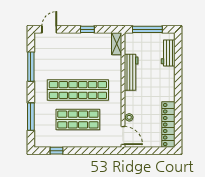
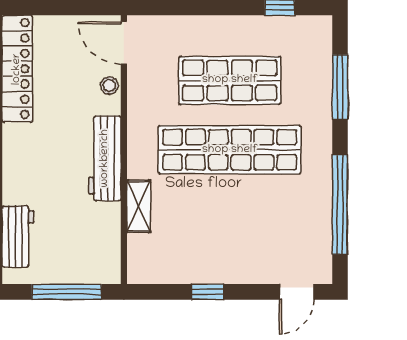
shelving: (117, 44) -> (139, 206), moved
window: (31, 67) -> (340, 205), width x1.46
workbench: (131, 72) -> (105, 158), moved

